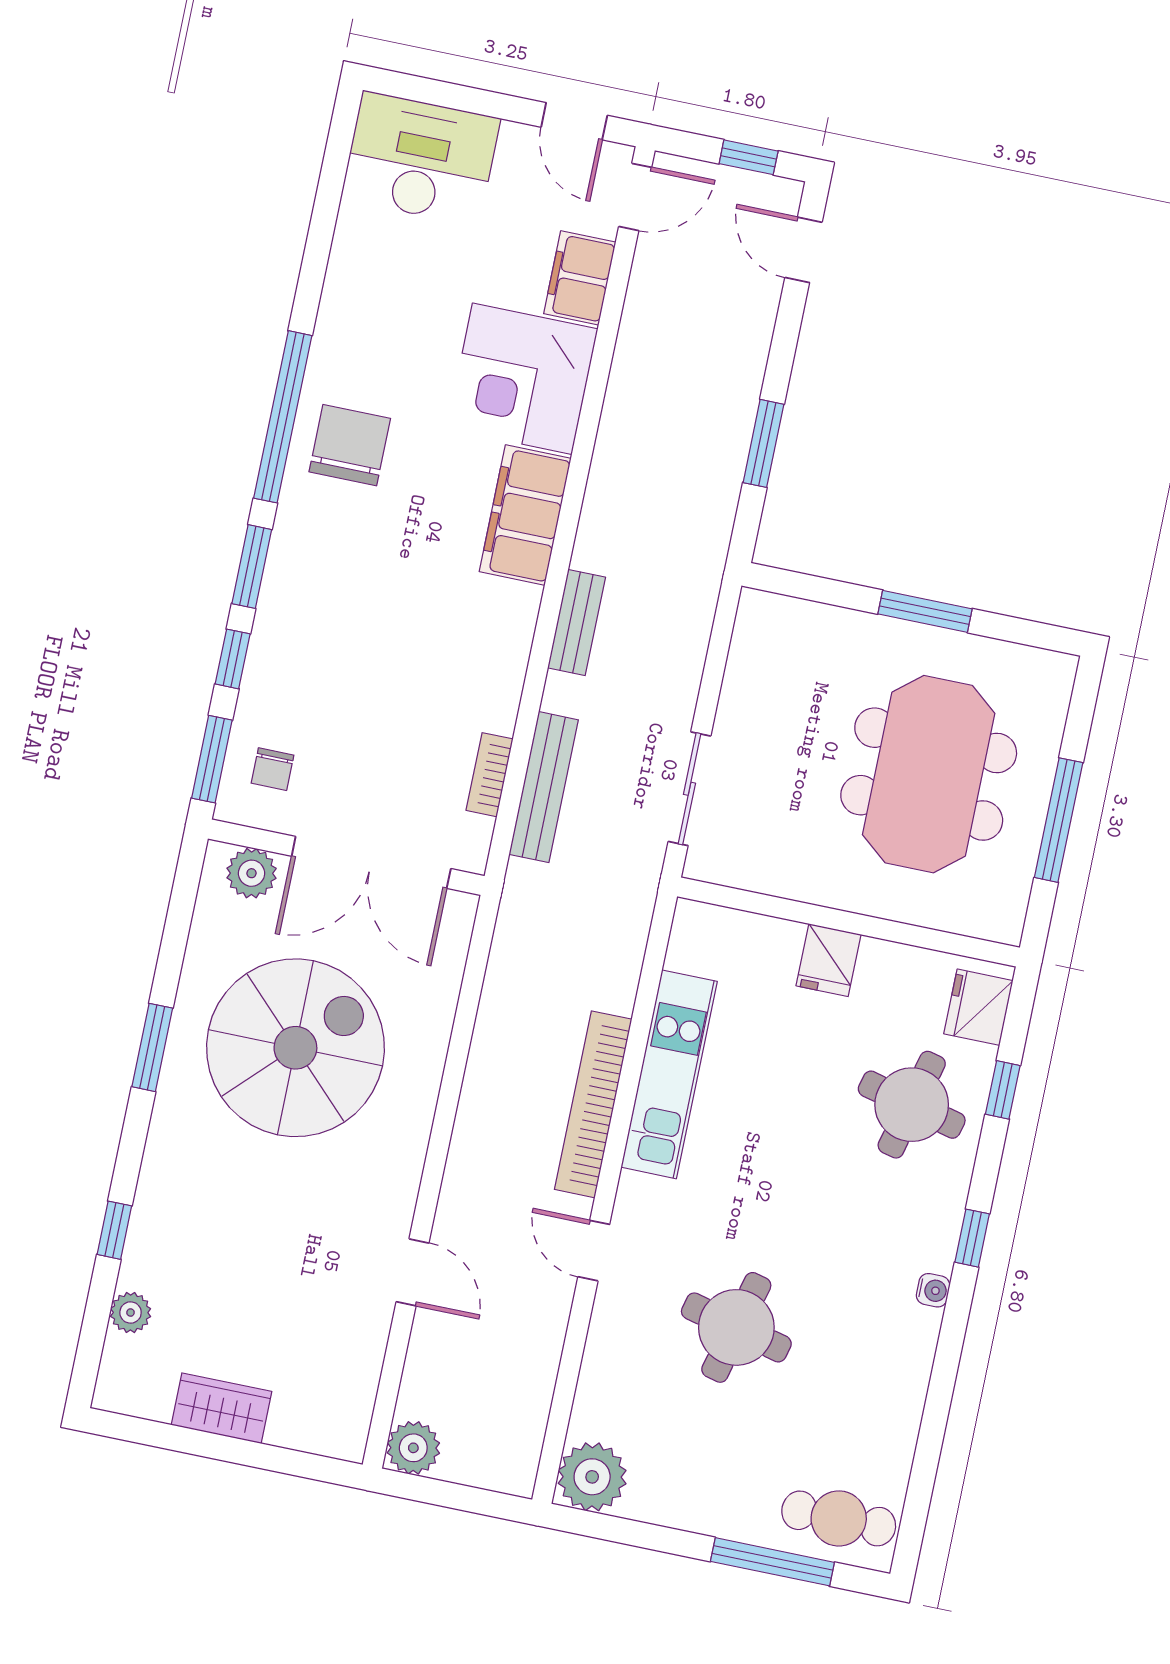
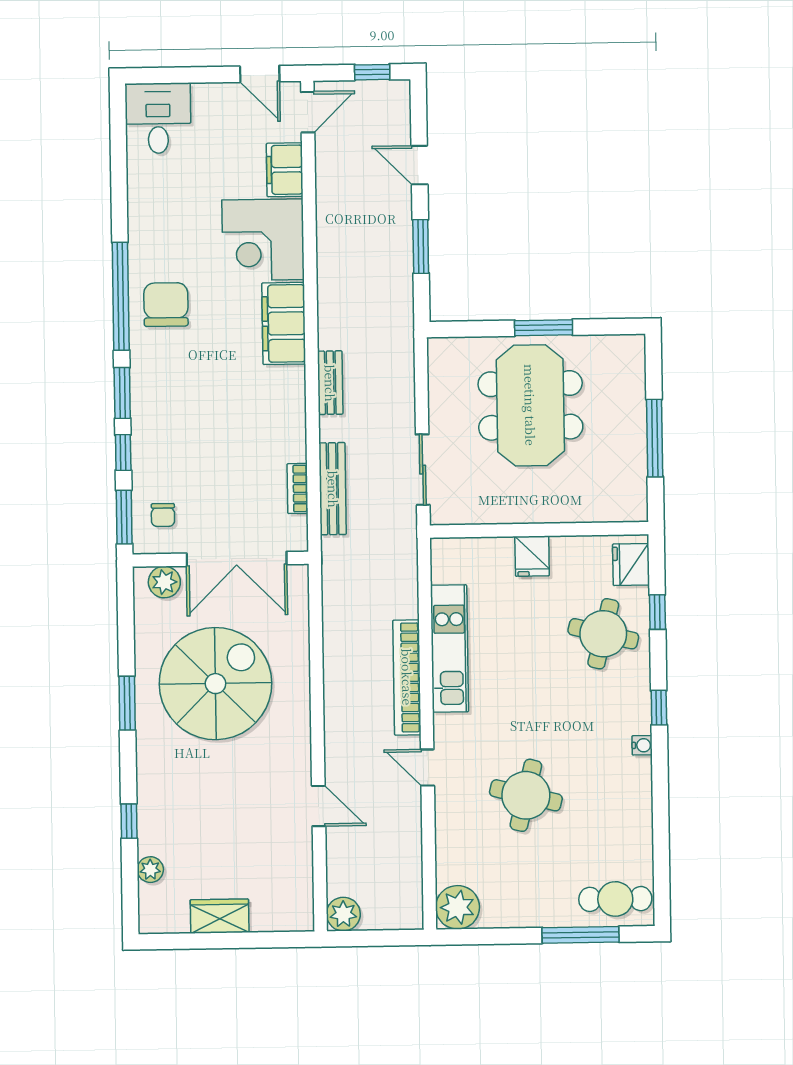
desk: (421, 158) -> (158, 118), width x0.73
door: (803, 250) -> (419, 165), moved
meeting table: (929, 774) -> (530, 405), moved

